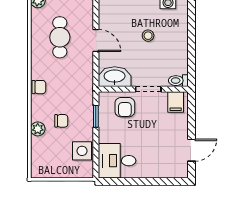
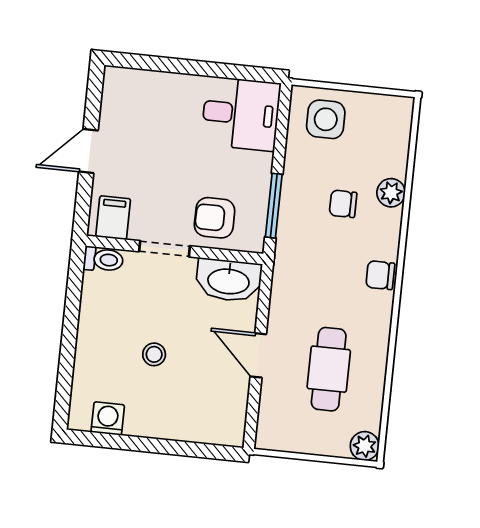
armchair: (125, 107) -> (215, 218), turned -90
window: (96, 116) -> (274, 206), width x1.50
door: (192, 150) -> (88, 151), moved
side table: (82, 151) -> (326, 119), moved

